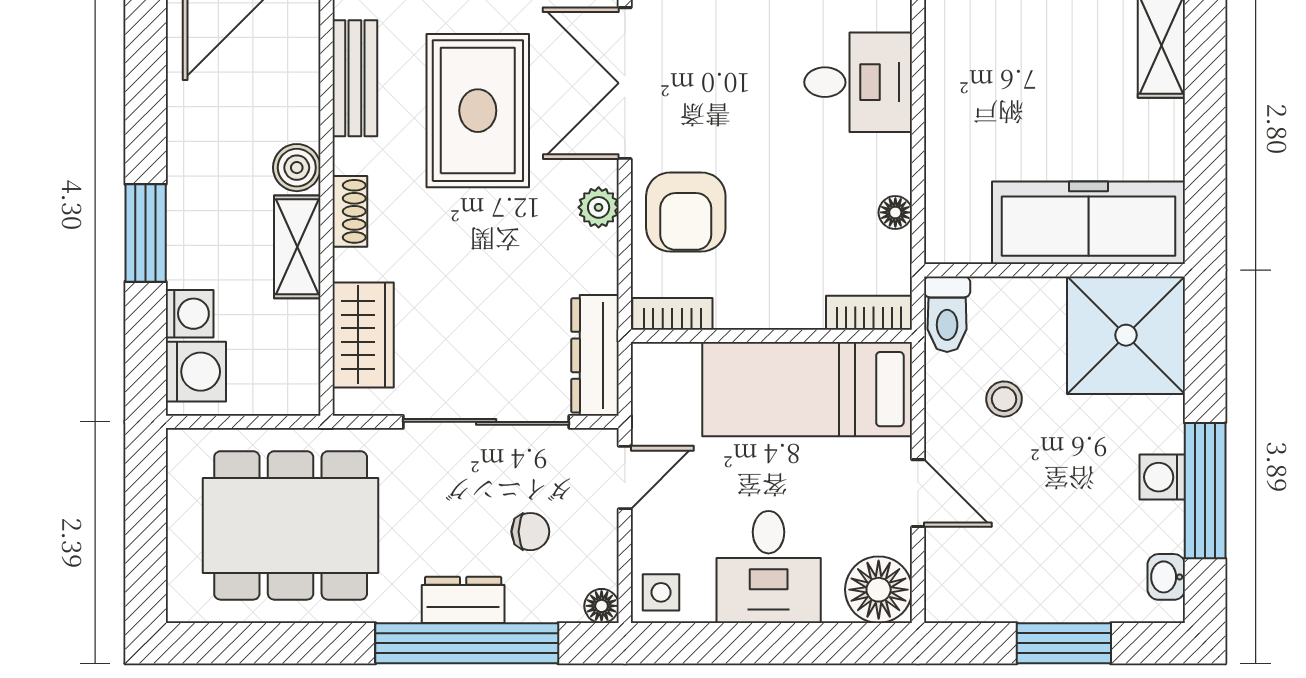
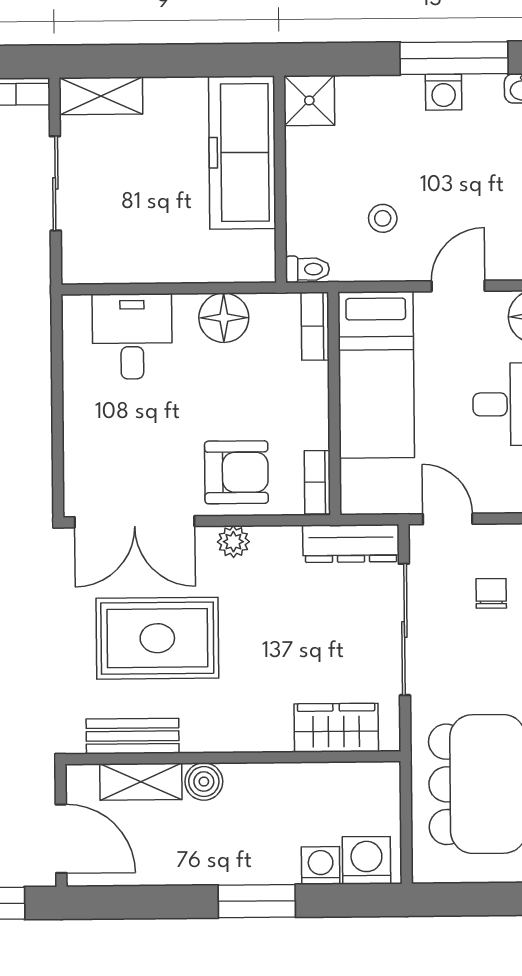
shoe rack: (350, 211) -> (238, 739), removed
floor lamp: (895, 212) -> (224, 318), width x1.89, depth x1.89
shelving: (297, 247) -> (141, 782), moved
toilet: (947, 314) -> (307, 269), width x0.73, depth x0.72
shower: (1126, 335) -> (309, 100), width x0.54, depth x0.54

